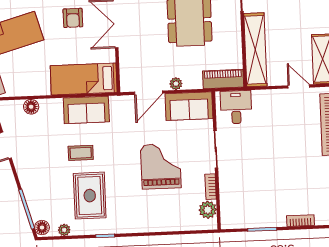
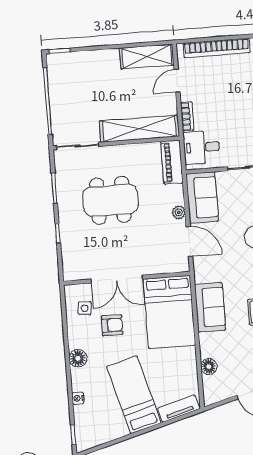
bed: (84, 79) -> (169, 312), width x1.50
bookcase: (265, 95) -> (187, 116), added

